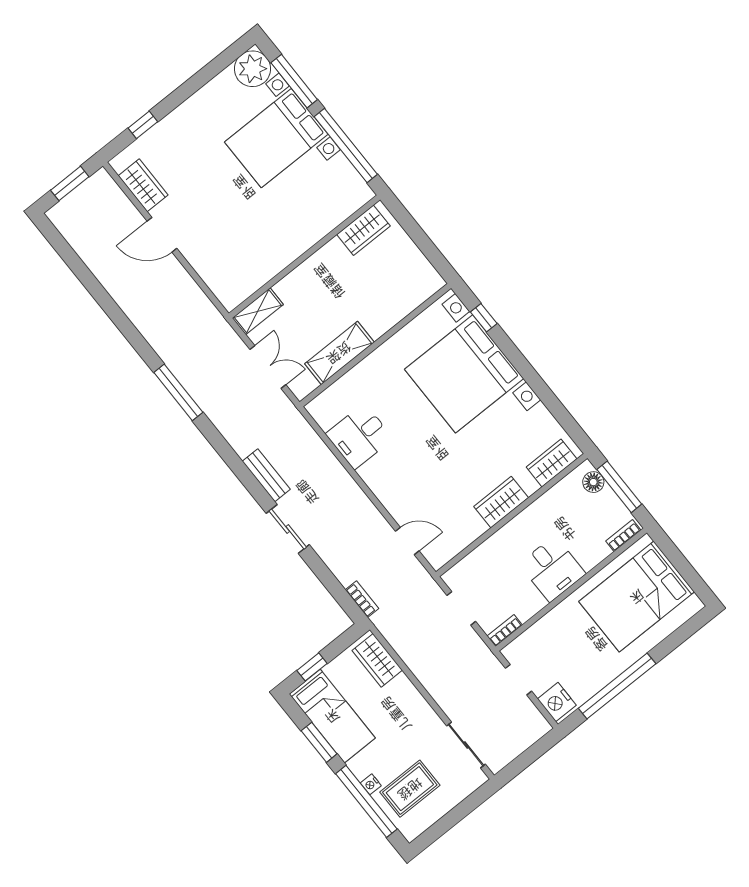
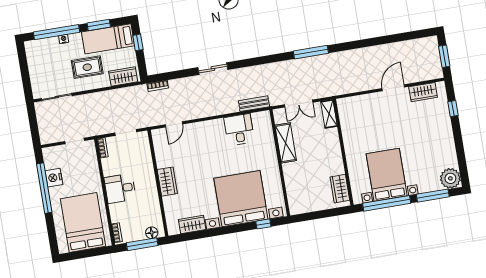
bed with nightstands: (276, 138) -> (387, 175), moved
wardrobe: (552, 463) -> (192, 225), moved, turned -90
bench: (266, 475) -> (254, 104), moved
nightstand: (557, 702) -> (54, 178), moved, turned -90
rug: (410, 789) -> (87, 67), moved, turned 90

